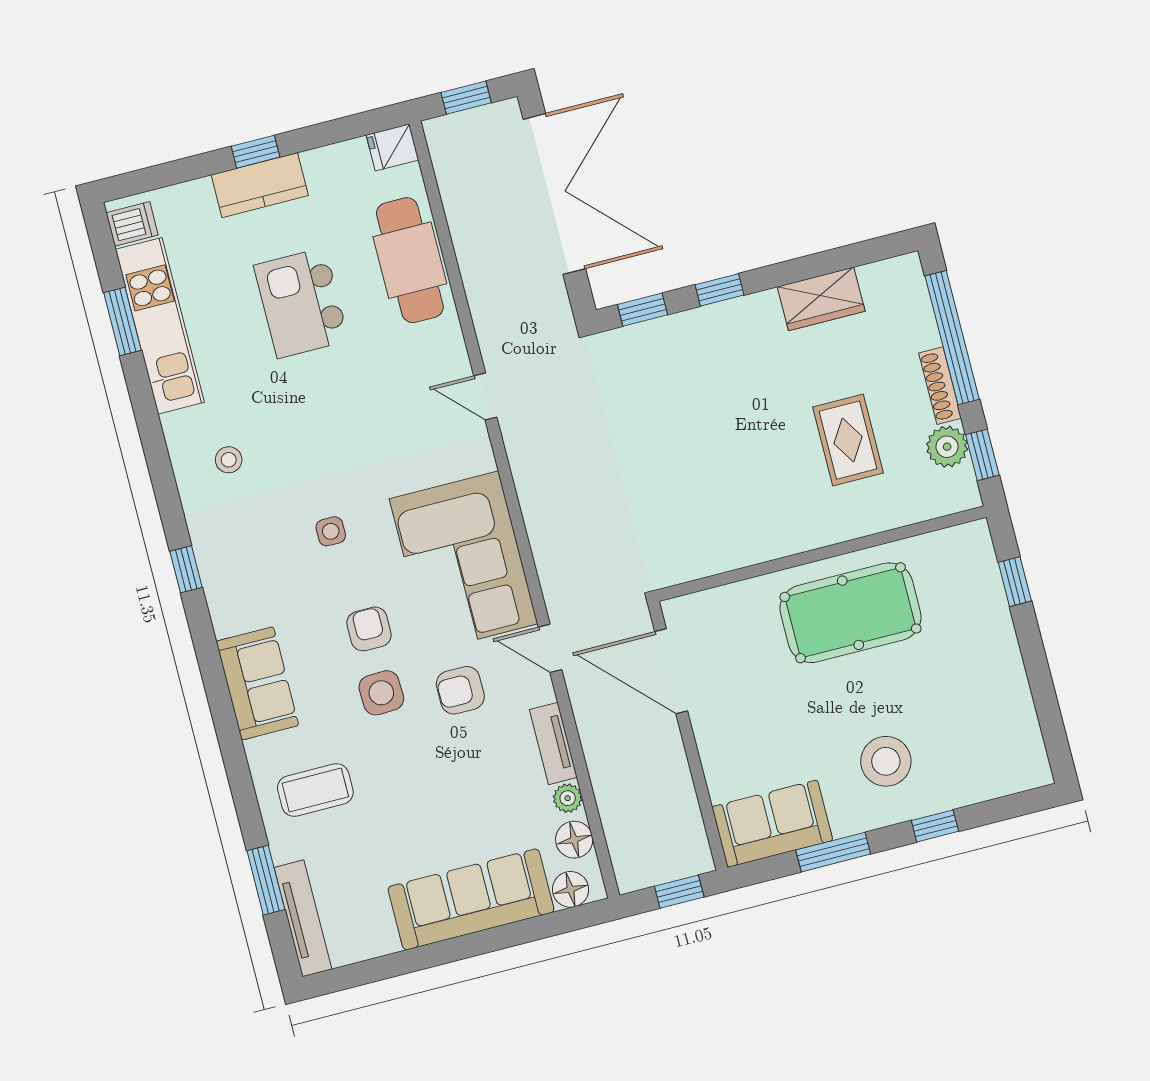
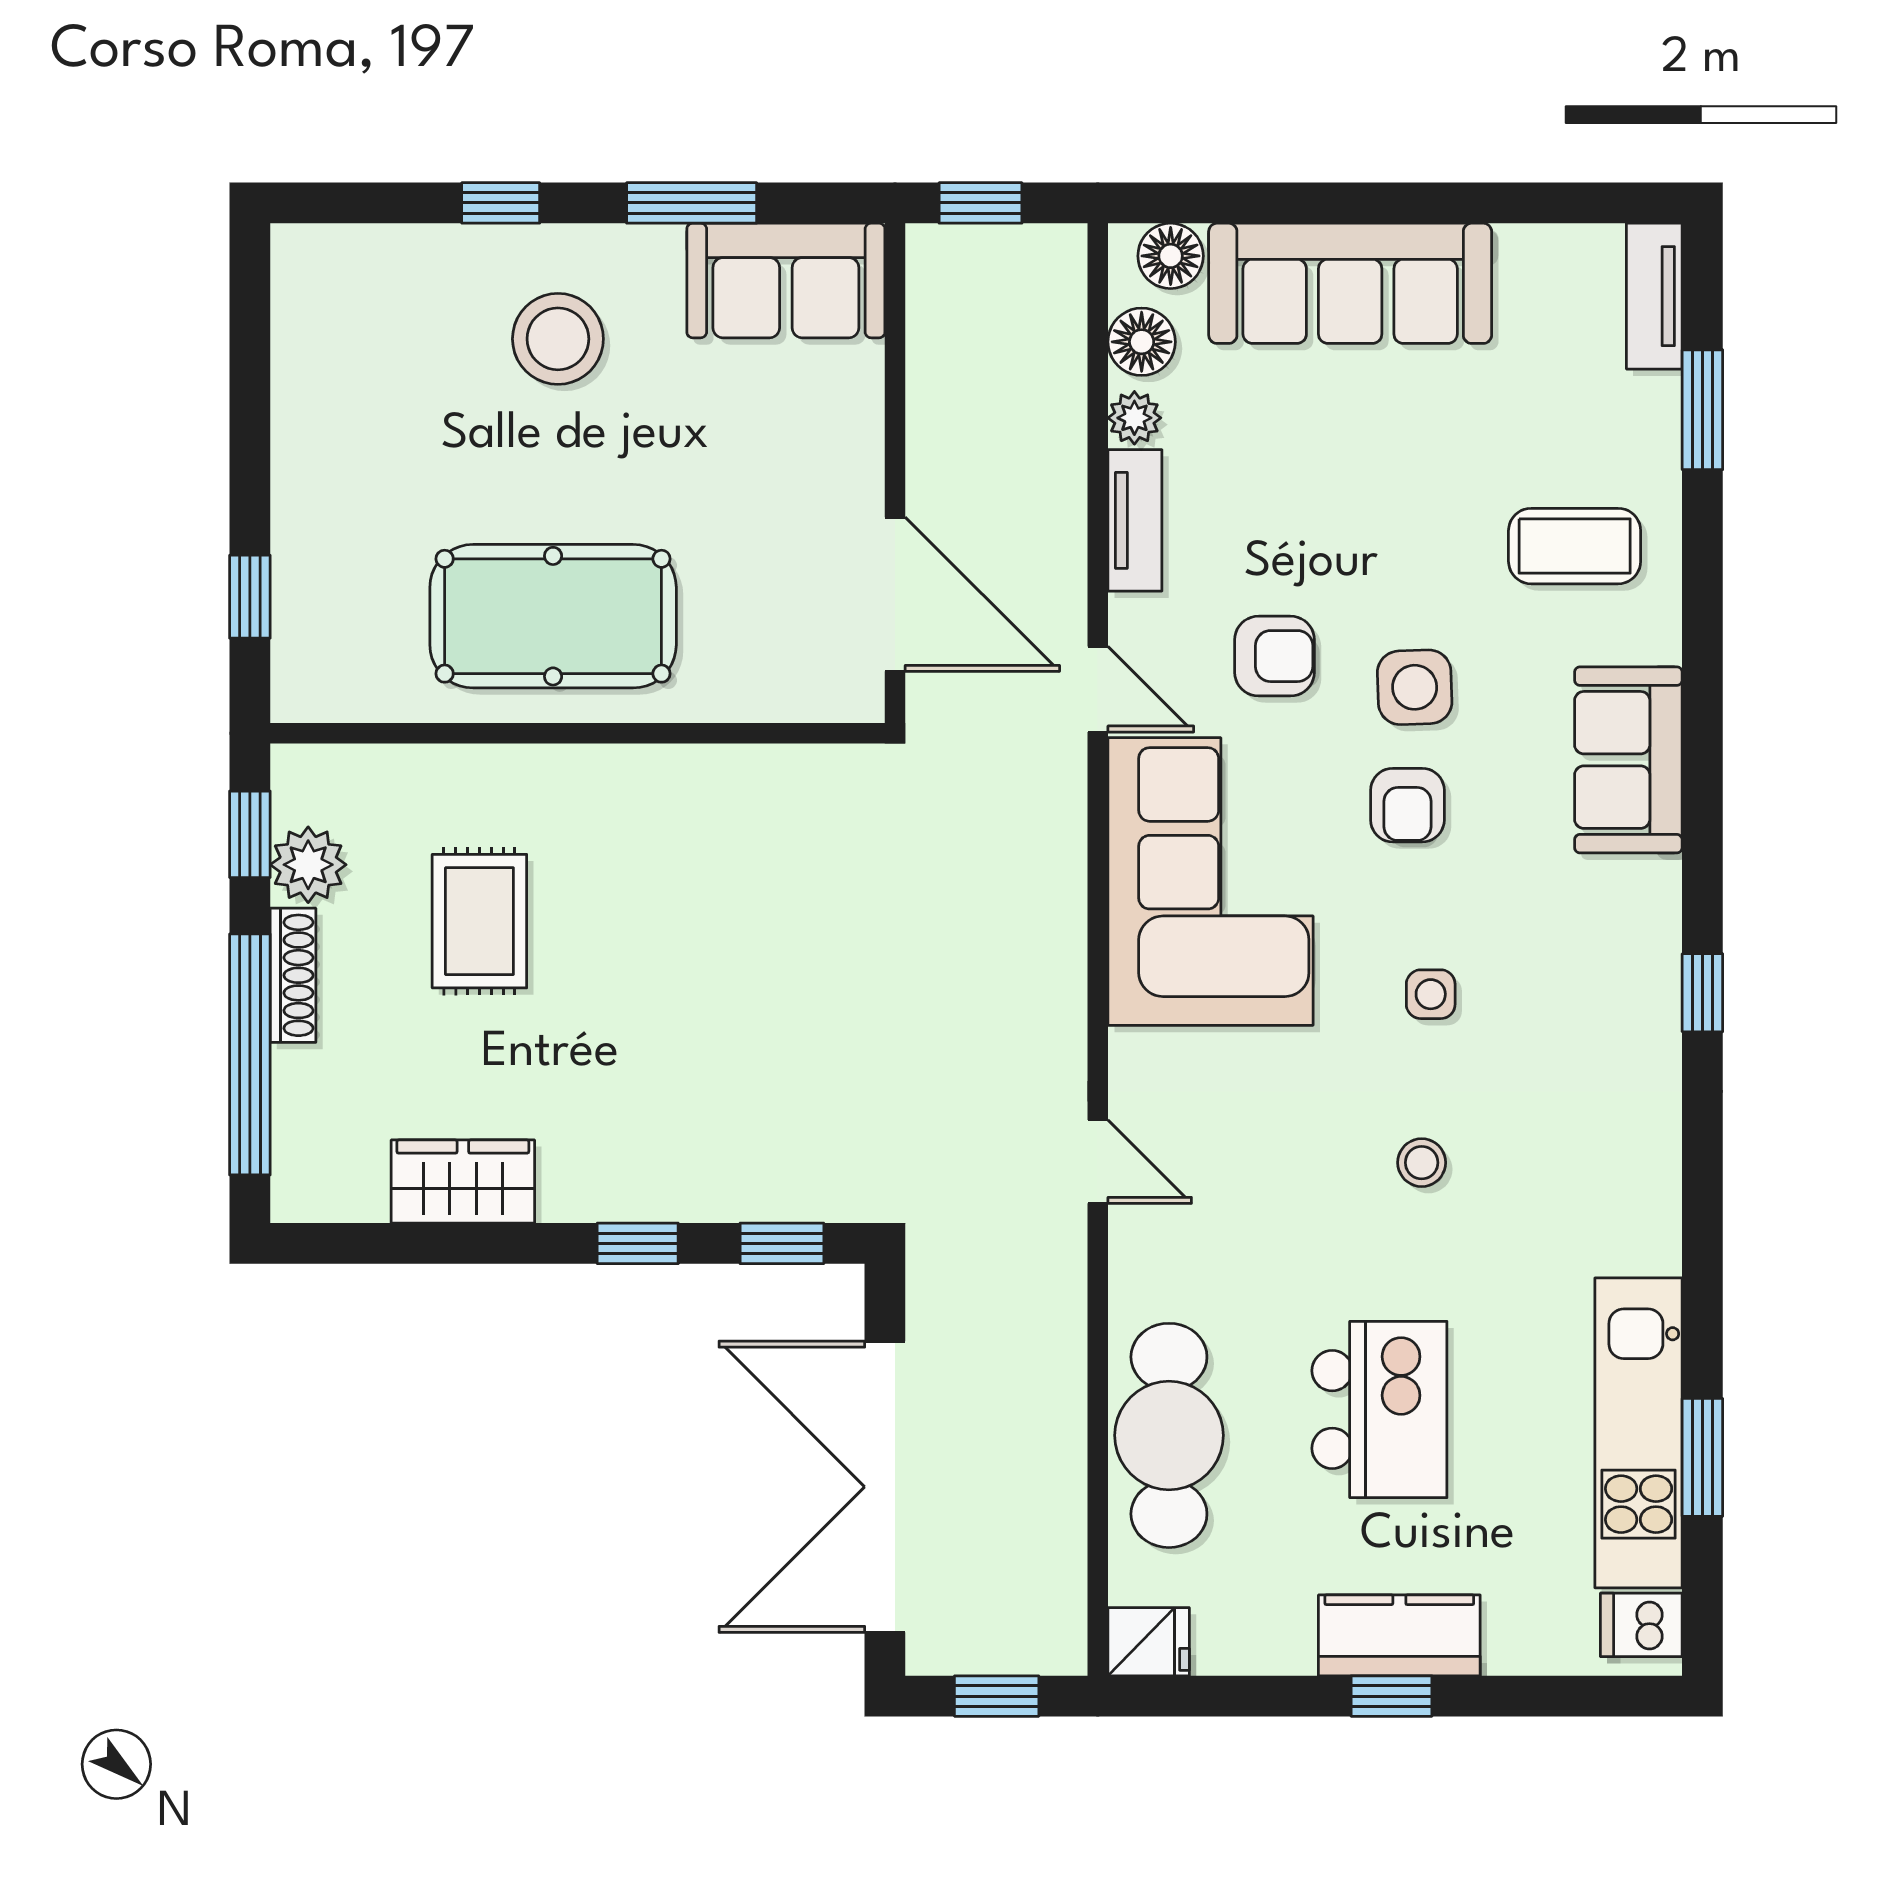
stool: (229, 460) -> (1422, 1163), moved
tv unit: (303, 918) -> (1654, 296), width x0.71

